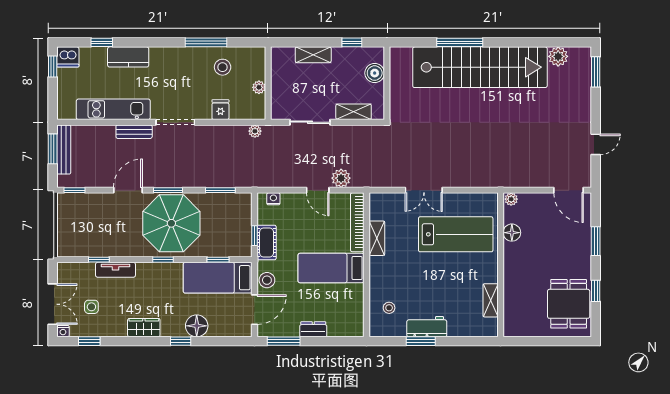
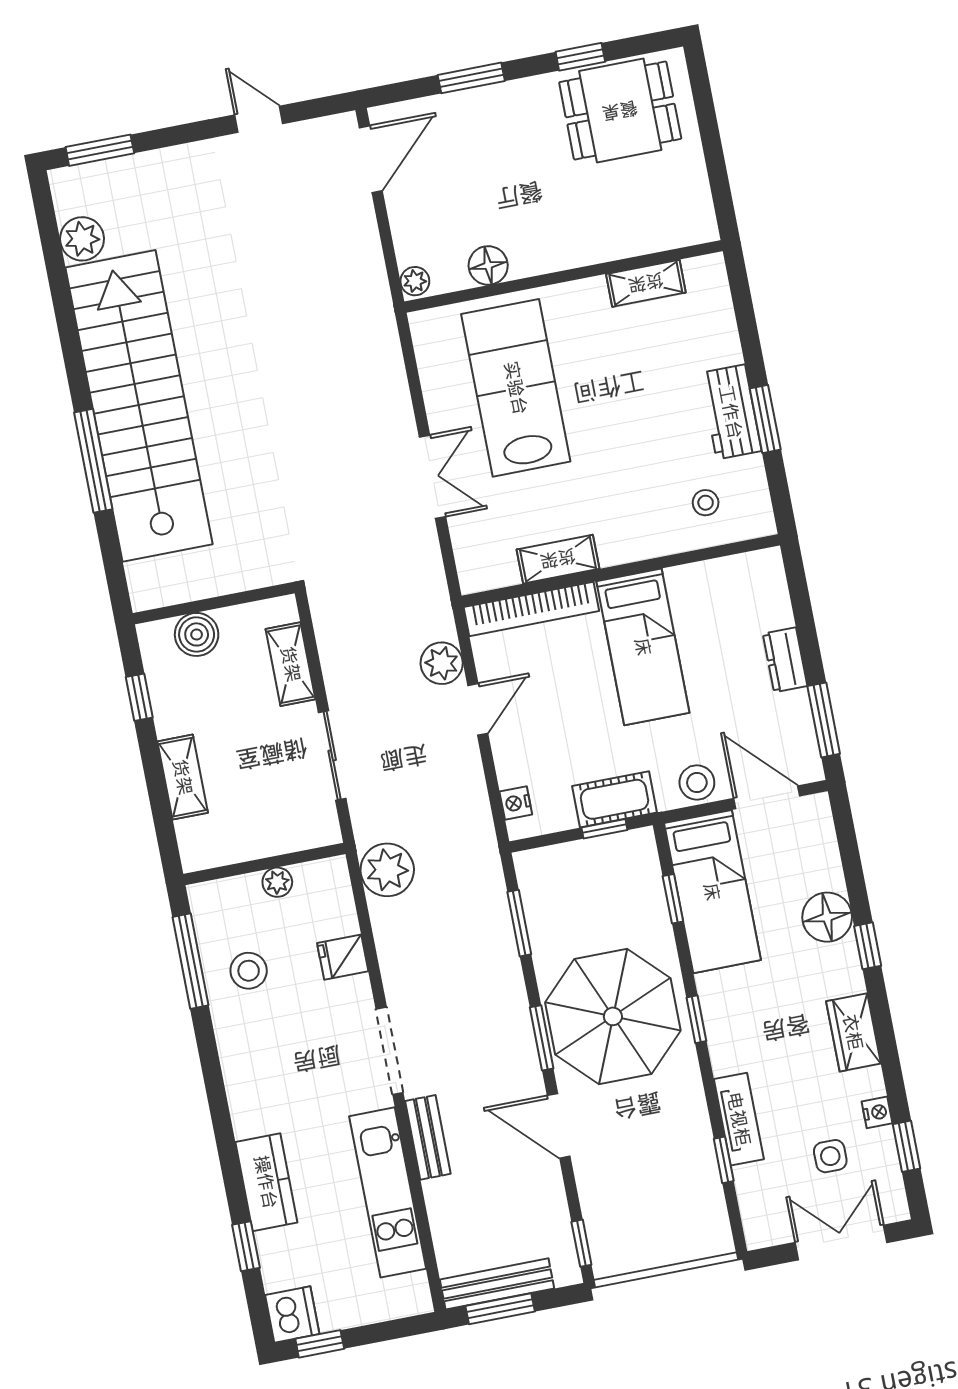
window: (206, 42) -> (191, 961), moved
plant: (255, 131) -> (387, 870), width x1.87, depth x1.87
nightstand: (63, 331) -> (877, 1112), moved

